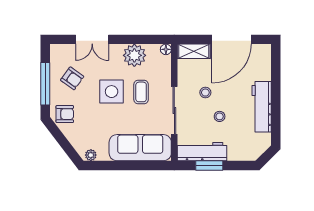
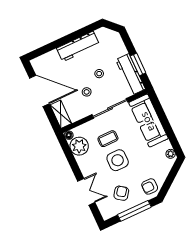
plant: (134, 55) -> (79, 146), moved
armchair: (65, 114) -> (150, 186), turned -90

